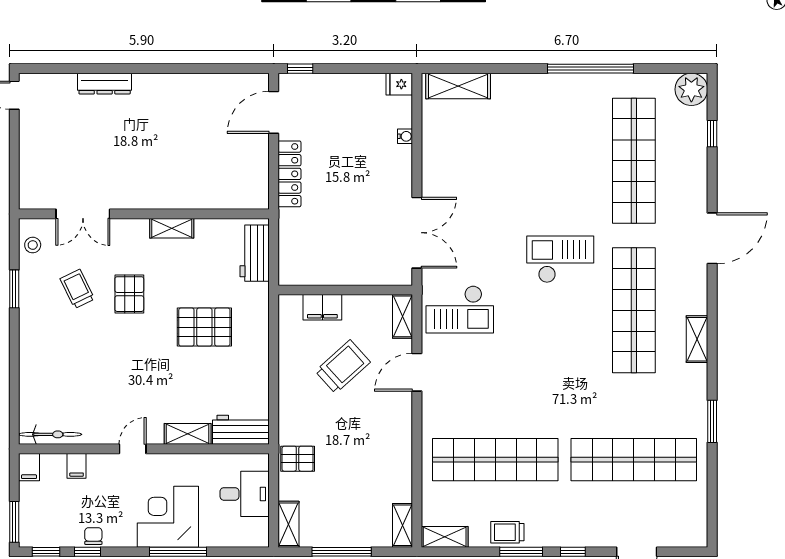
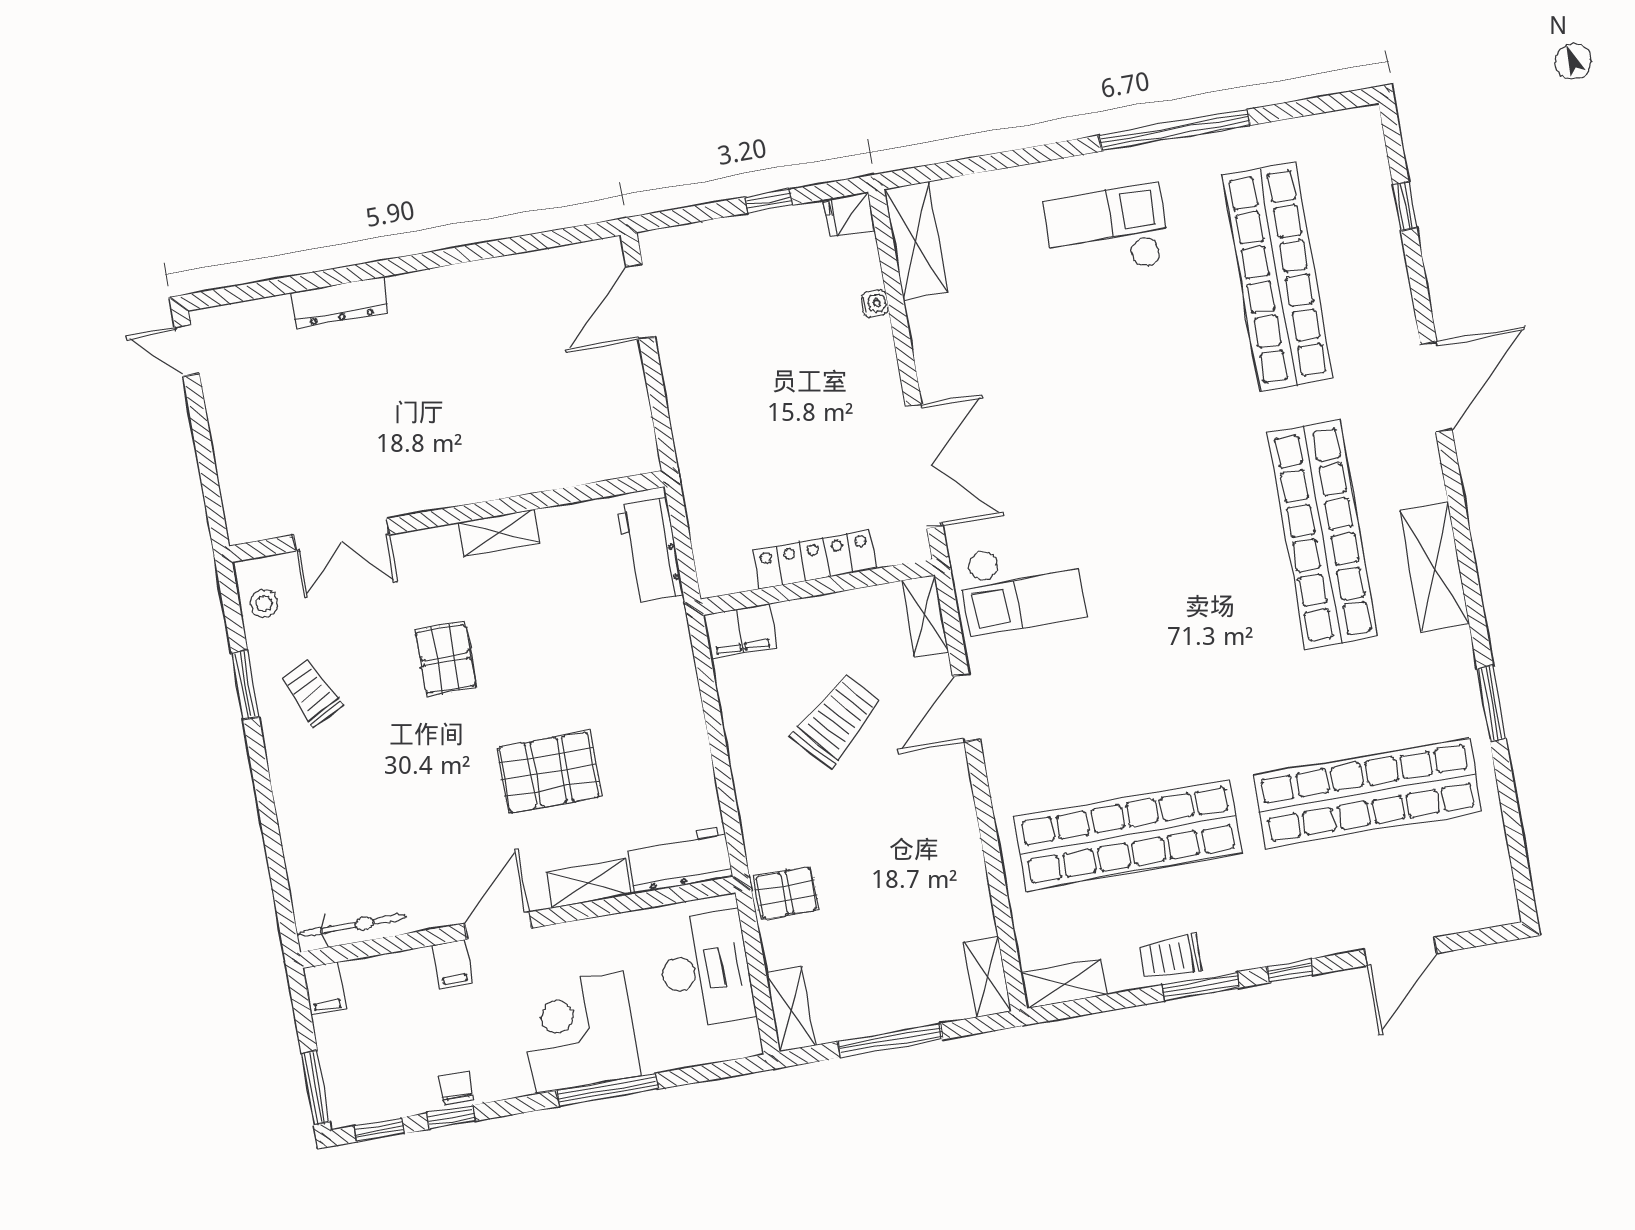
window: (300, 69) -> (769, 201), moved
shelving: (458, 86) -> (916, 241), moved, turned 90
plant: (691, 89) -> (1355, 136), removed
locker: (289, 174) -> (815, 559), moved, turned -90
checkout: (560, 259) -> (1107, 232), moved
trolley: (77, 289) -> (311, 693), moved
filing cabinet: (322, 307) -> (740, 631), moved
pallet: (204, 327) -> (549, 772), moved
shelving: (697, 339) -> (1435, 567), width x1.50, depth x1.33
door: (133, 449) -> (498, 926), width x1.38
filing cabinet: (77, 466) -> (452, 964), moved
desk: (245, 494) -> (705, 970), width x1.37

